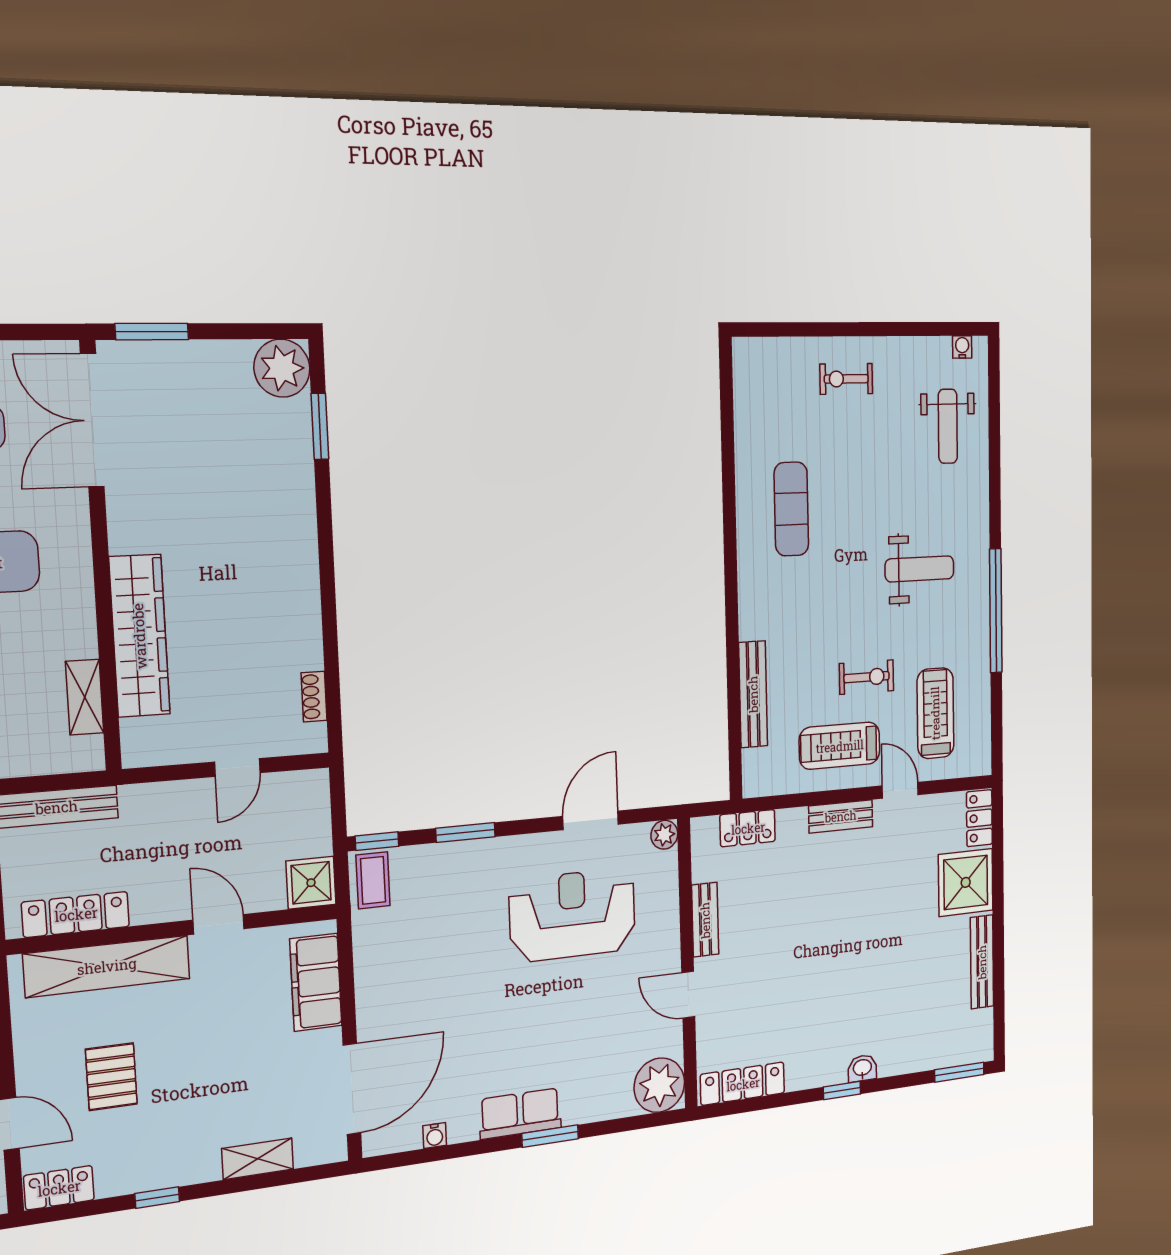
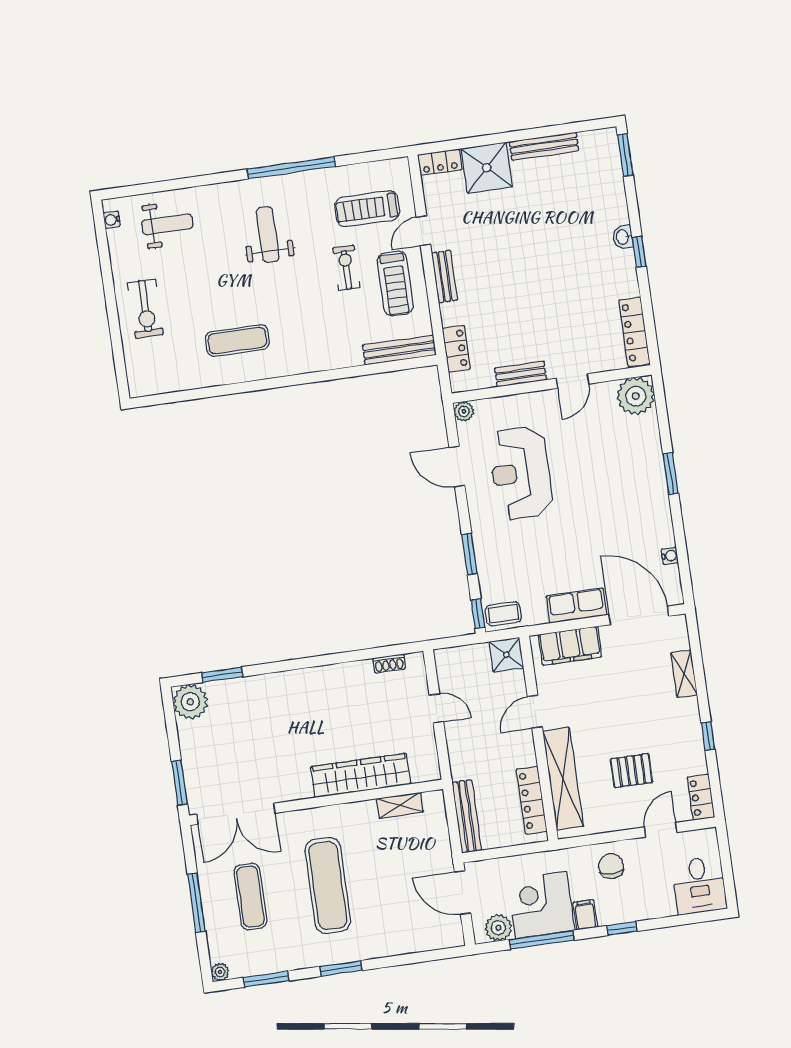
exercise bike: (846, 379) -> (145, 309), width x1.38, depth x1.39
bench: (753, 694) -> (399, 350), moved
row of seats: (520, 1114) -> (576, 606), moved, turned 90

